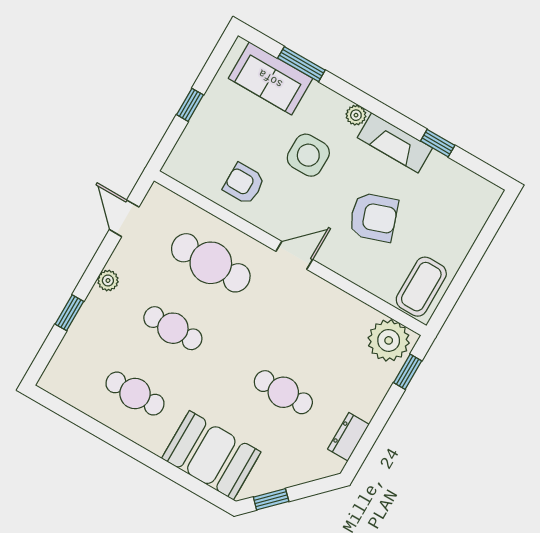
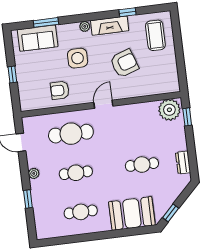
coffee table: (421, 287) -> (155, 35), moved

